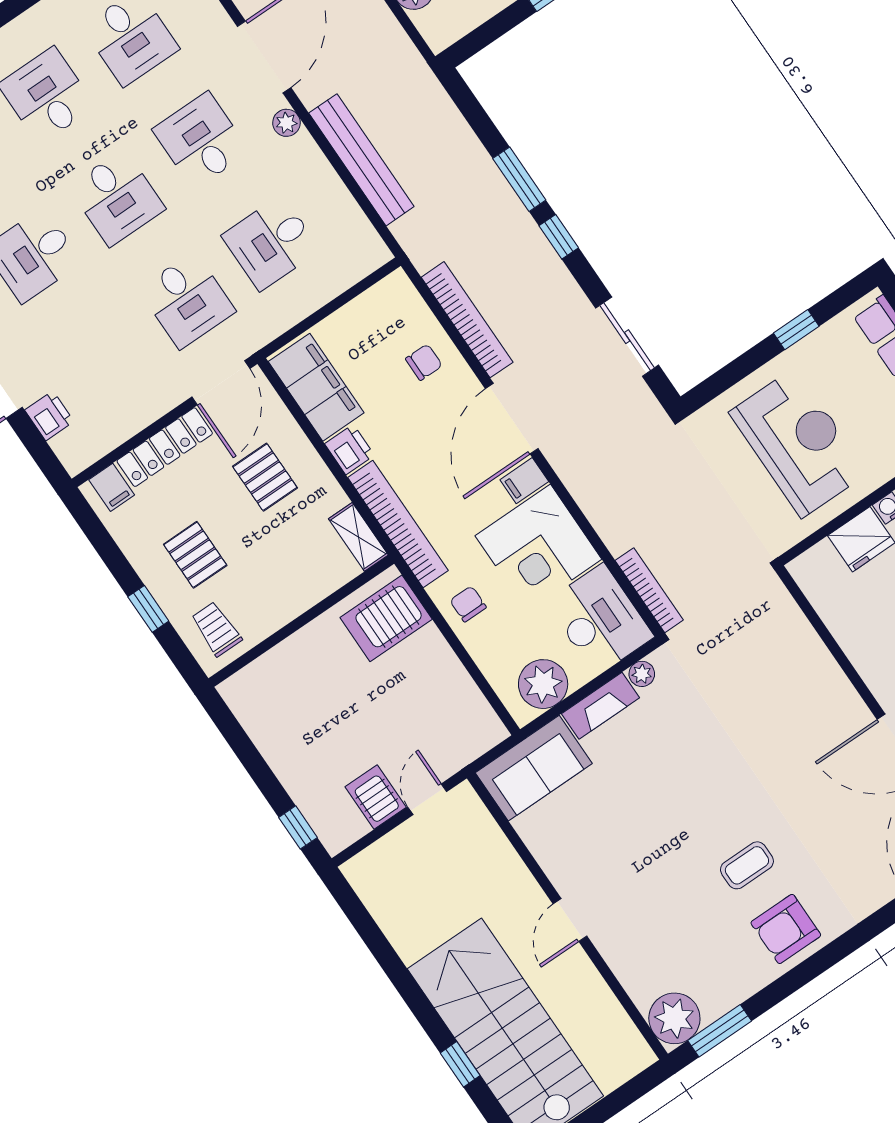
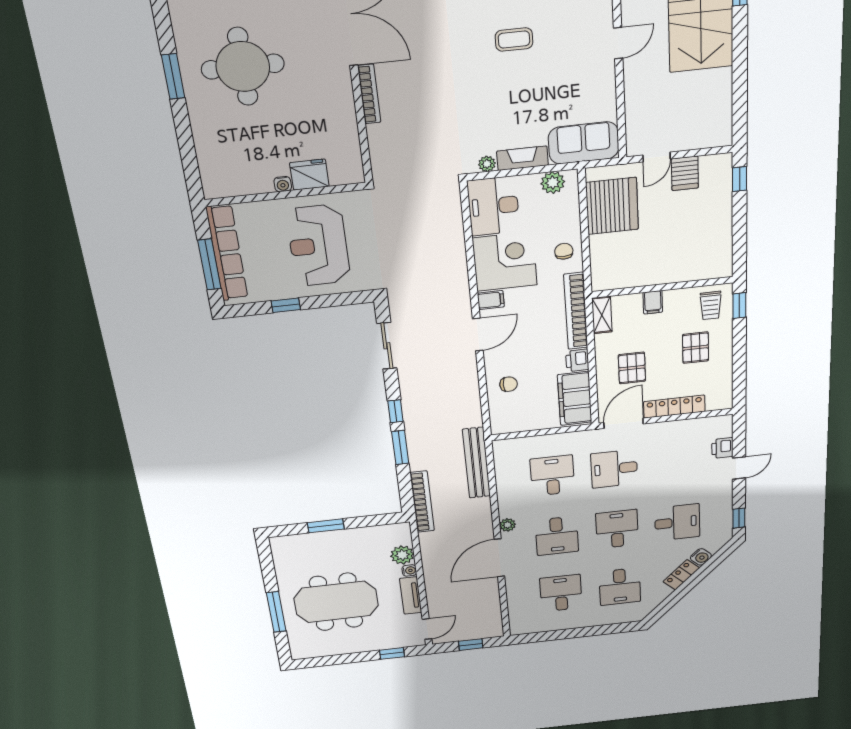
bench: (361, 160) -> (476, 463), moved
desk: (271, 243) -> (552, 476), turned -90
desk: (187, 300) -> (614, 469), turned -90
bookcase: (467, 320) -> (422, 502), moved, turned 180
chair: (424, 362) -> (509, 384), turned 180
door: (512, 419) -> (478, 335), width x0.73
filing cabinet: (112, 487) -> (653, 302), moved, turned 180
bookcase: (649, 590) -> (369, 94), moved, turned 180
chair: (468, 604) -> (564, 251), turned 180
window: (148, 609) -> (739, 306), moved
server rack: (386, 618) -> (612, 206), moved, width x1.60
plant: (543, 684) -> (553, 183), width x0.73, depth x0.73
coffee table: (747, 865) -> (514, 40), moved

